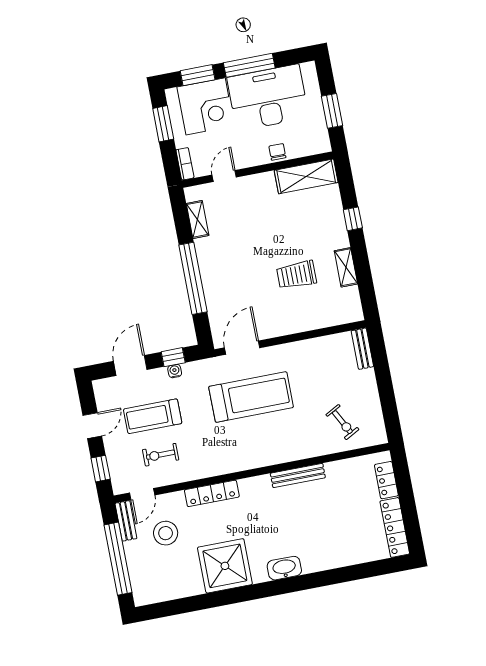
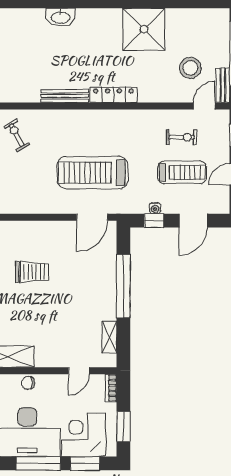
chair: (277, 152) -> (28, 383), turned 90
locker: (212, 493) -> (113, 95), moved
washbasin: (284, 568) -> (60, 17), moved

